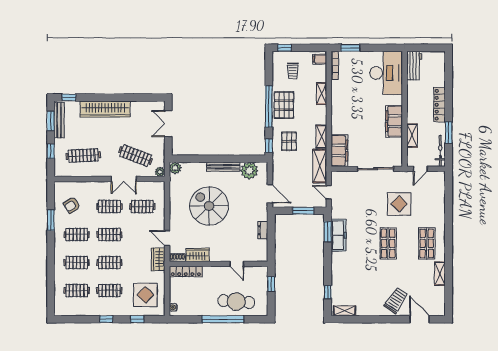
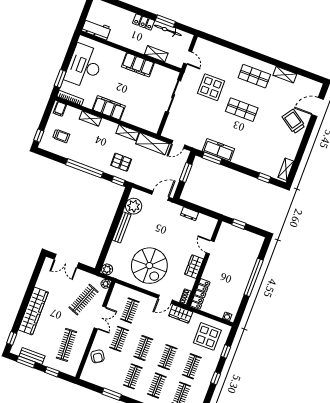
desk: (386, 73) -> (84, 66), moved, turned -90
pallet: (284, 105) -> (88, 155), removed
locker: (440, 105) -> (144, 22), width x0.66
bench: (59, 120) -> (32, 356), width x0.73
filing cabinet: (339, 151) -> (109, 108), moved
bicycle: (440, 151) -> (168, 30), moved
armchair: (72, 205) -> (98, 356), moved
spiral stairs: (209, 206) -> (149, 266), moved, turned -90
wardrobe: (198, 255) -> (194, 267), moved
door: (237, 264) -> (210, 247), swing flipped
cafe table: (236, 301) -> (243, 260), removed

